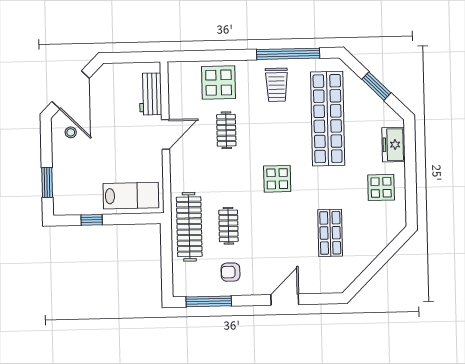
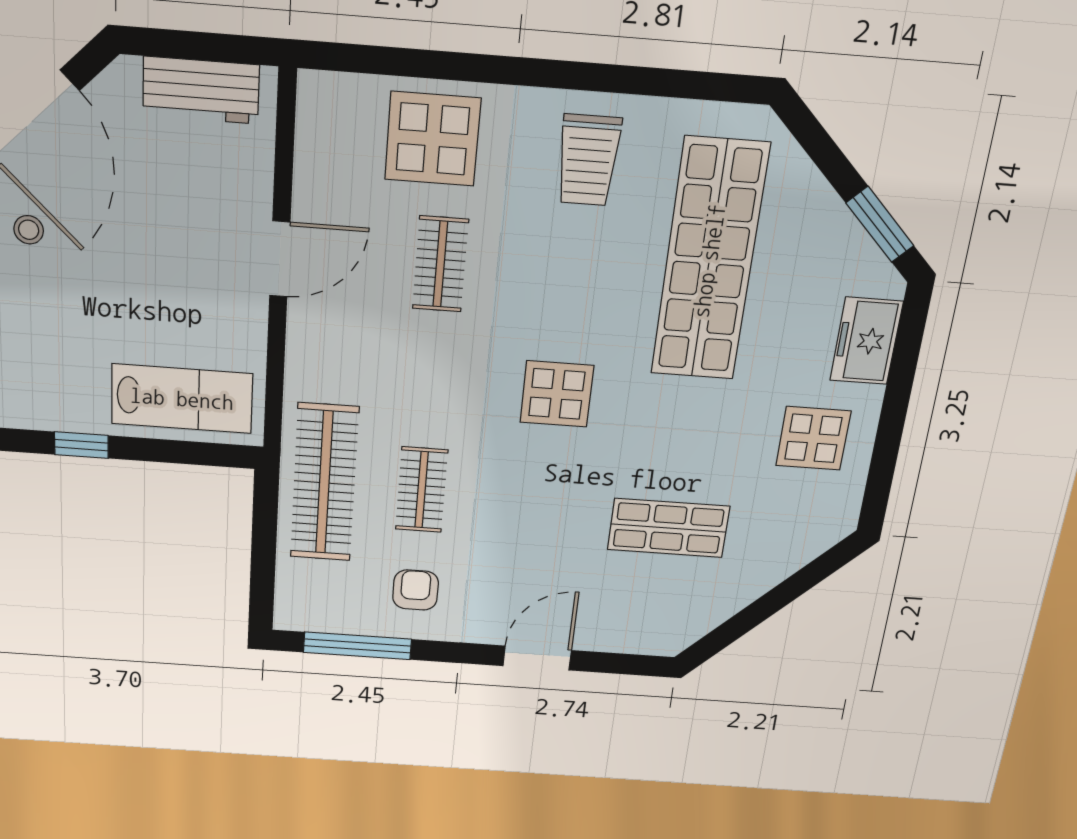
window: (288, 54) -> (632, 80), removed
window: (376, 86) -> (880, 224), moved
workbench: (150, 94) -> (201, 90), moved, turned -90
shop shelf: (330, 233) -> (668, 528), turned 90
armchair: (230, 272) -> (416, 590), turned 90

